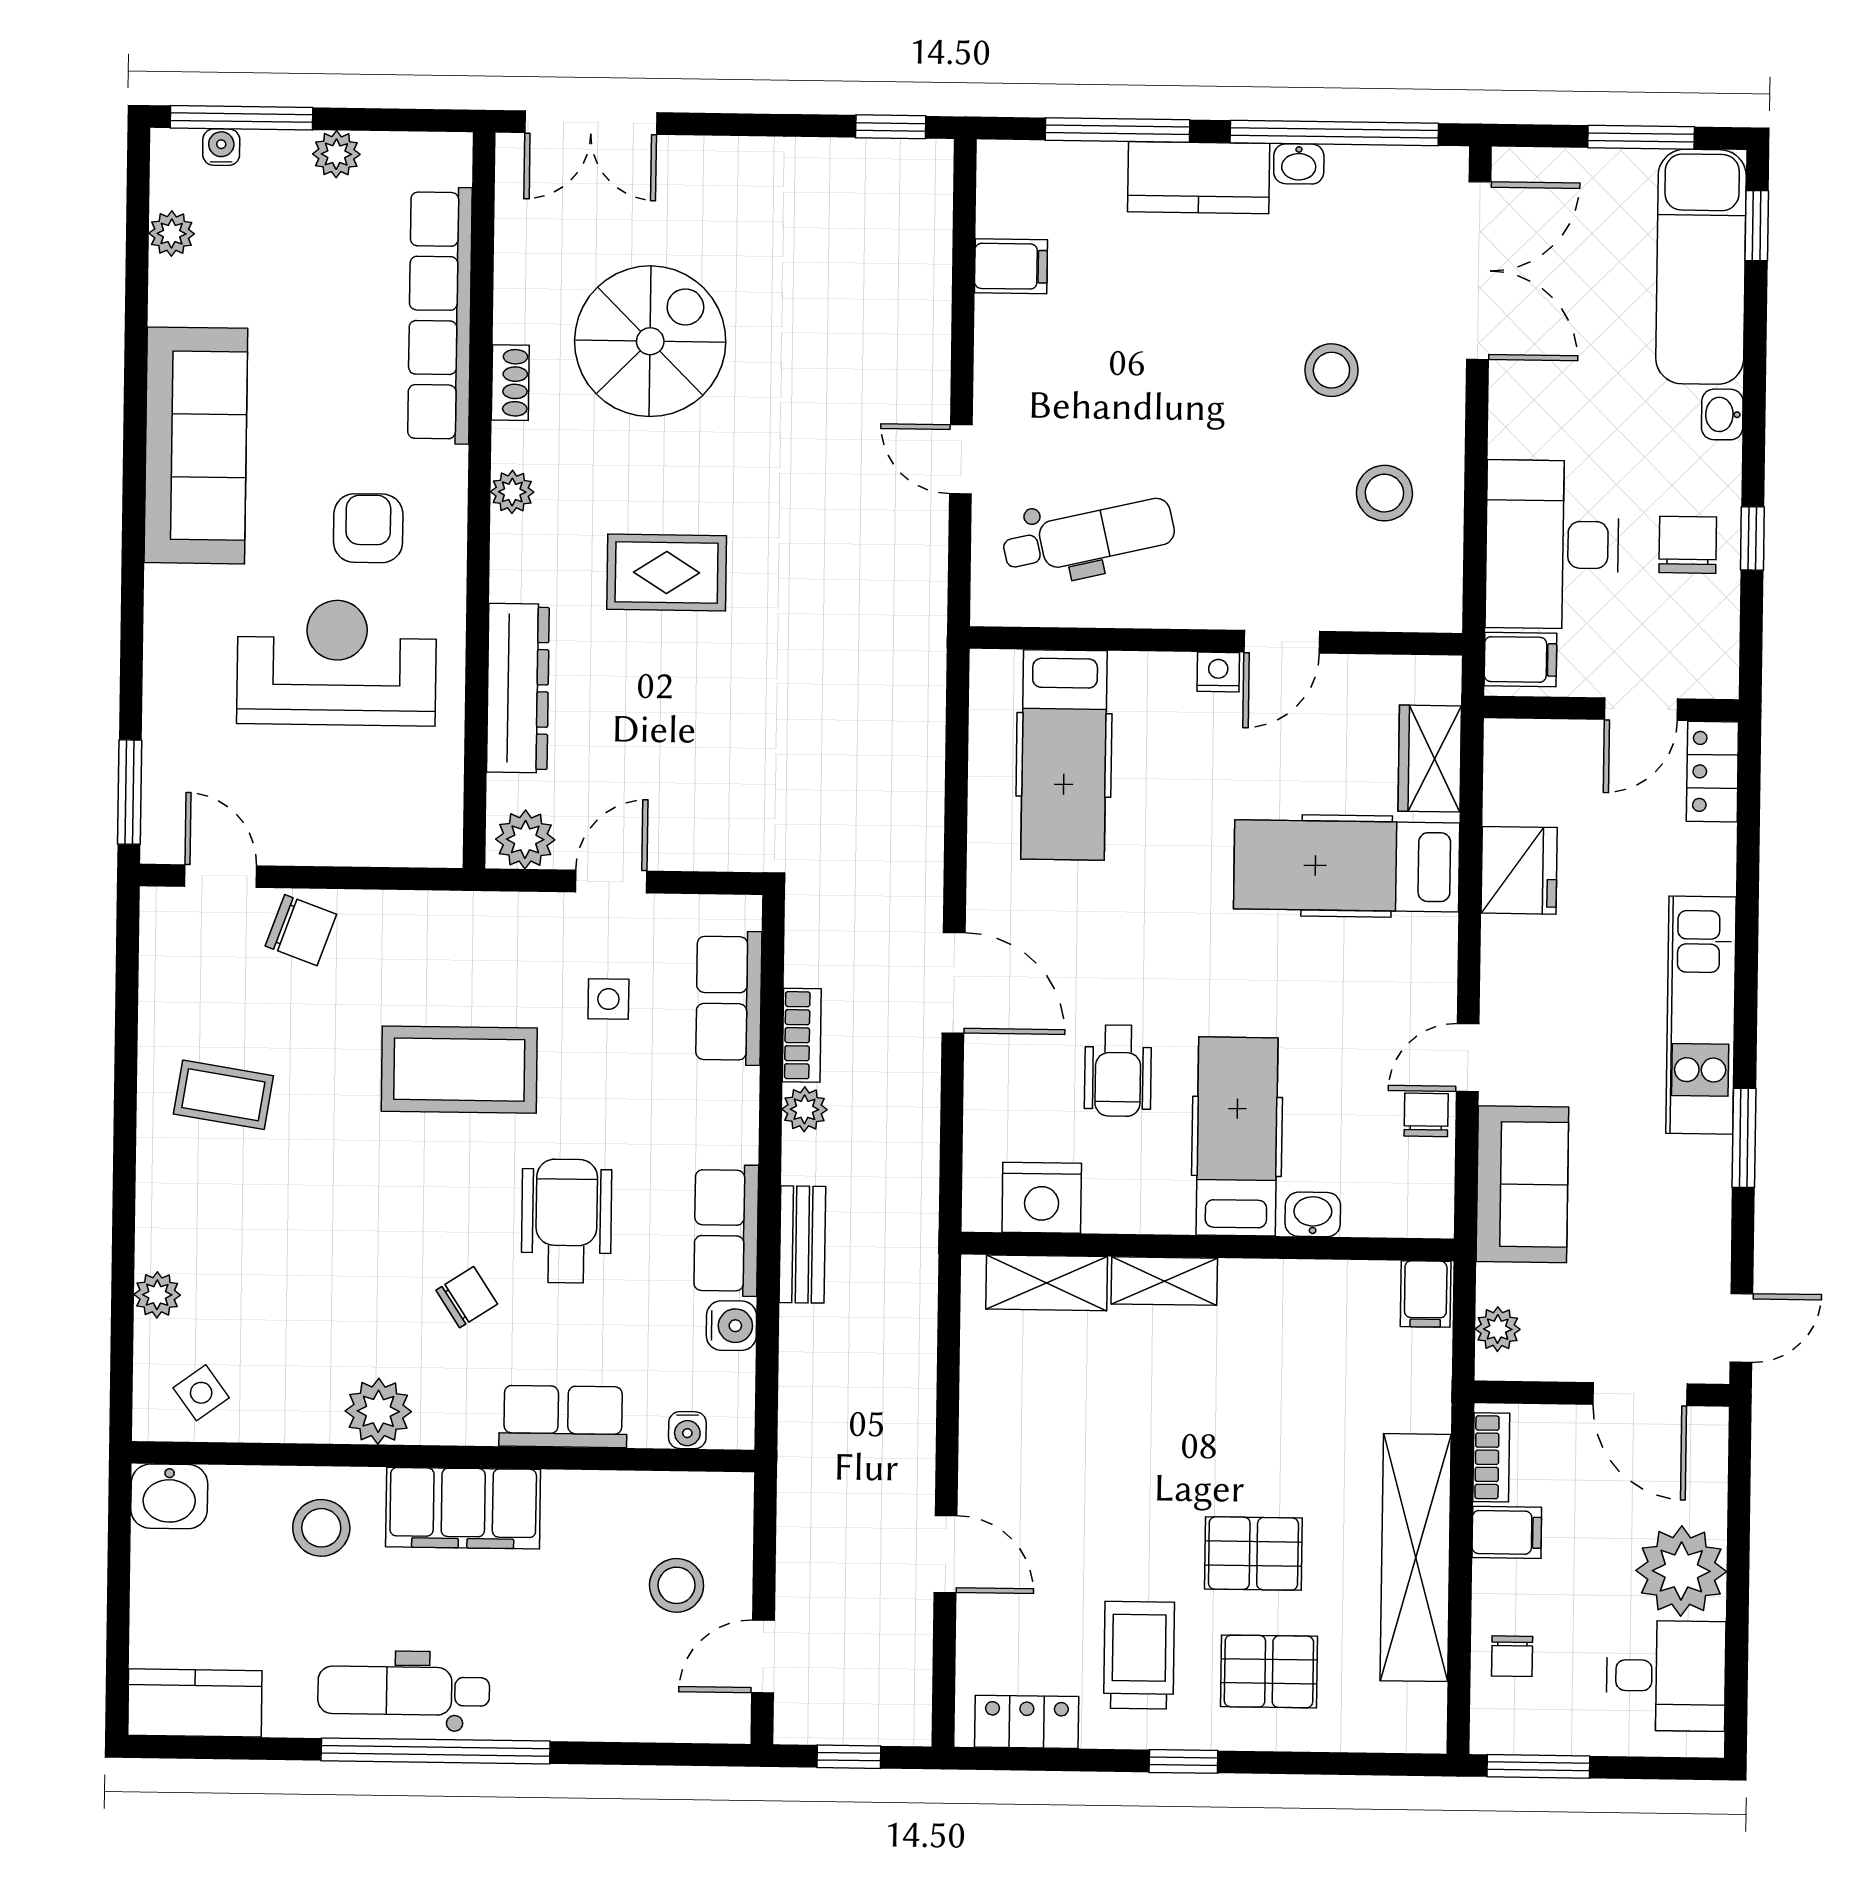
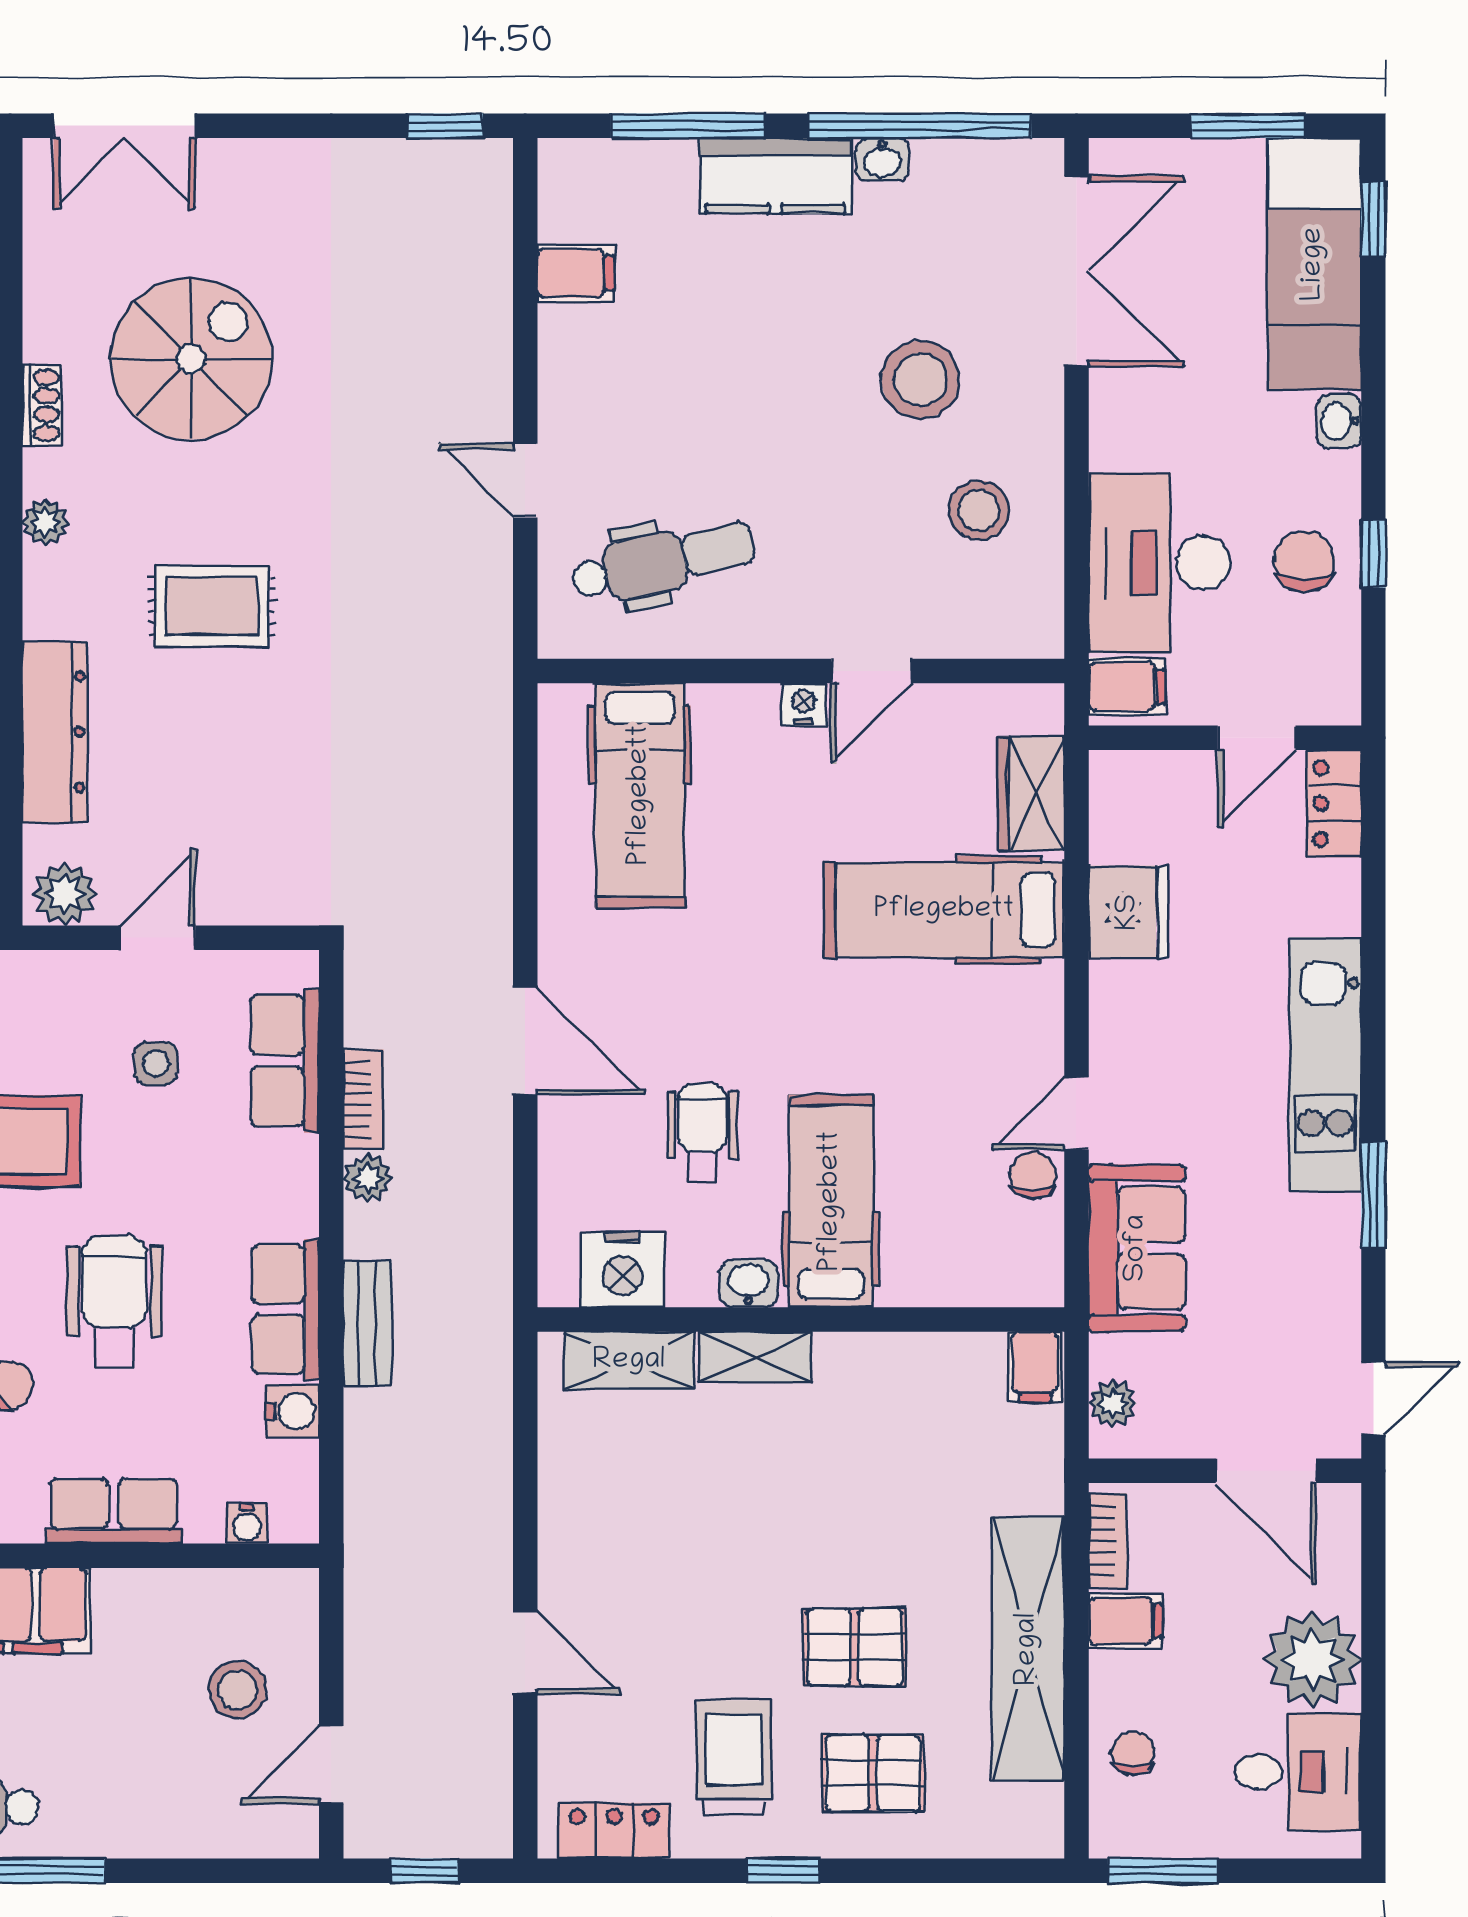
stool: (1331, 370) -> (920, 380), width x1.38, depth x1.38
wheelchair: (1118, 1071) -> (702, 1133), turned 180
washbasin: (1313, 1214) -> (749, 1283), moved
chair: (1512, 1656) -> (1133, 1753), turned 180

